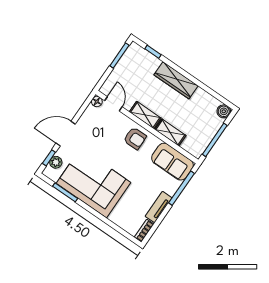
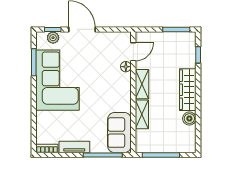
floor lamp: (97, 101) -> (126, 67), moved
boiler: (224, 111) -> (189, 119), moved
armchair: (135, 138) -> (117, 89), removed

